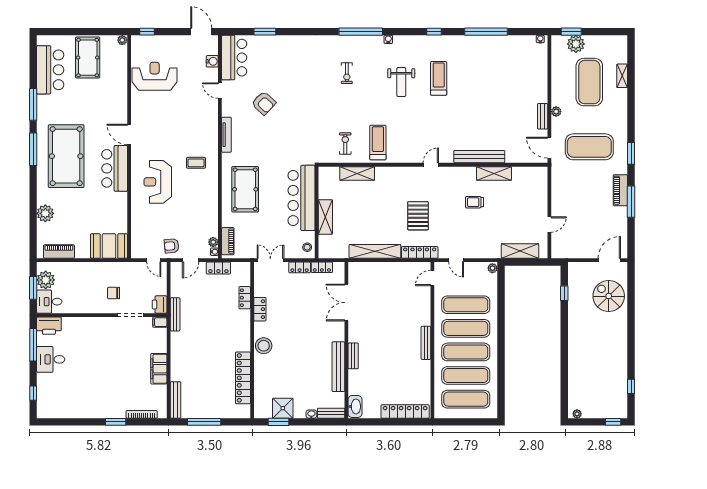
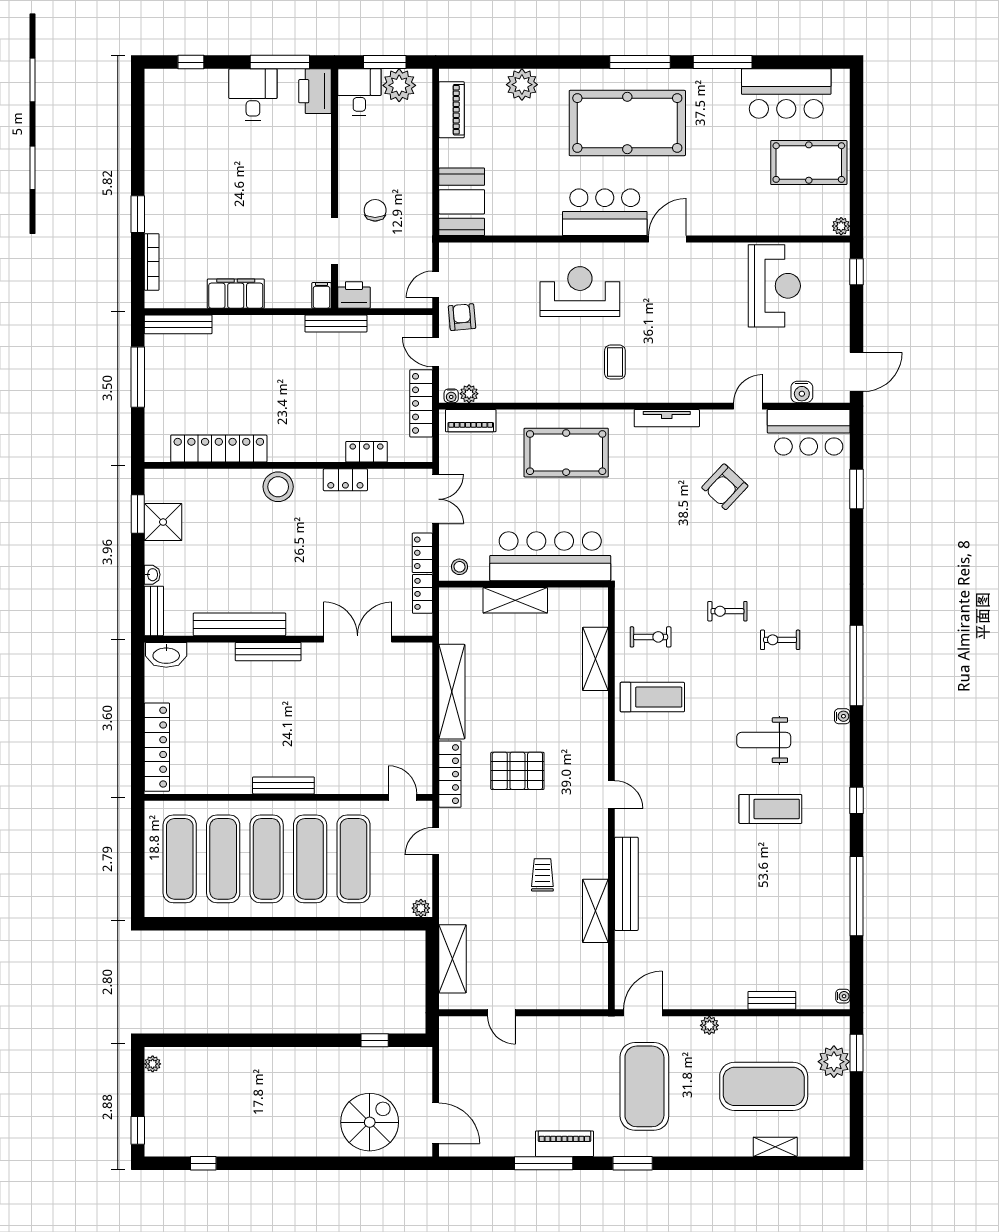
exercise bike: (331, 102) -> (727, 611), added
bench: (543, 116) -> (772, 1000), moved
locker: (218, 268) -> (421, 403), width x1.53
bench: (353, 356) -> (268, 652), width x1.36

